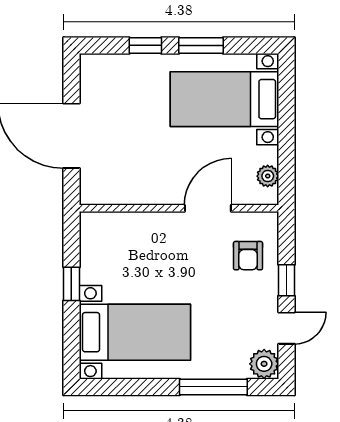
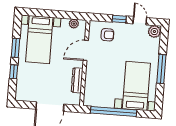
dresser: (137, 194) -> (77, 80), added
door: (208, 208) -> (86, 50), hinge flipped
window: (71, 284) -> (114, 112), width x3.17
window: (213, 387) -> (161, 69), moved

